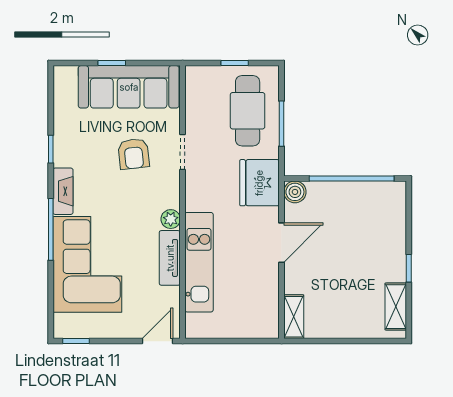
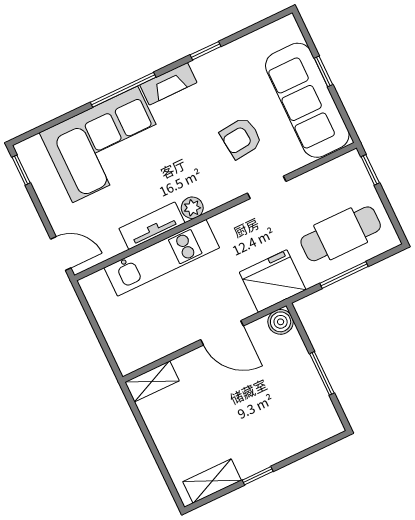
window: (235, 63) -> (370, 170), moved
window: (352, 178) -> (322, 373), width x0.47

